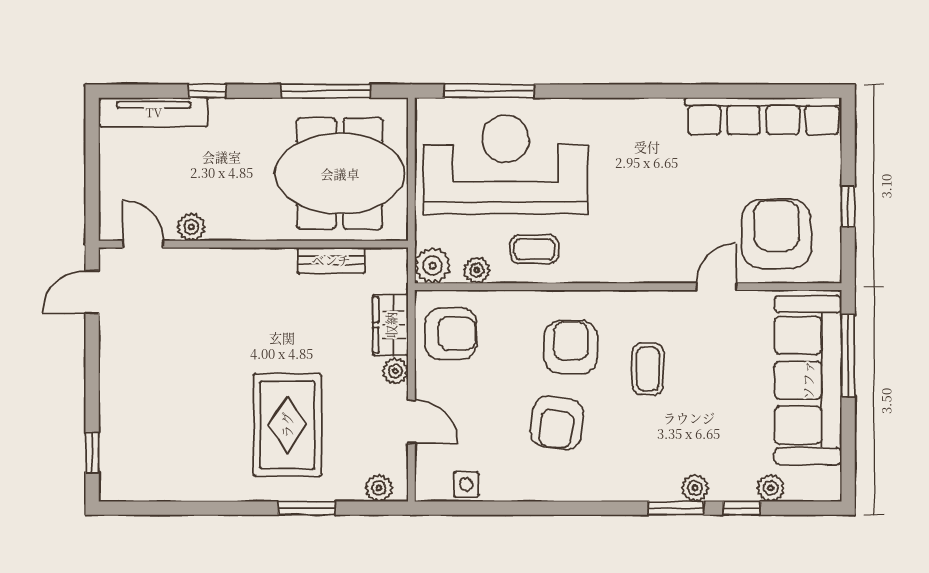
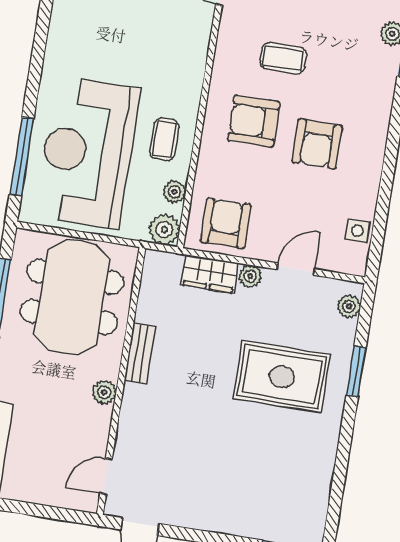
plant: (191, 227) -> (104, 392), moved
bench: (331, 260) -> (140, 353), moved
armchair: (557, 423) -> (317, 144), turned 82

